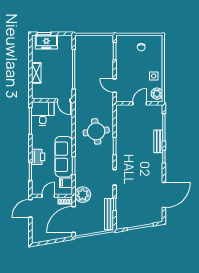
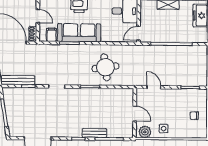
door: (115, 86) -> (154, 87), hinge flipped
plant: (83, 195) -> (39, 52), removed

